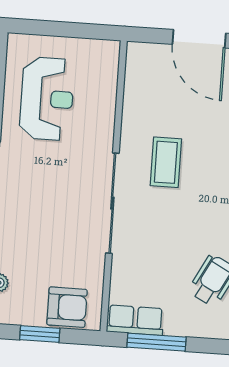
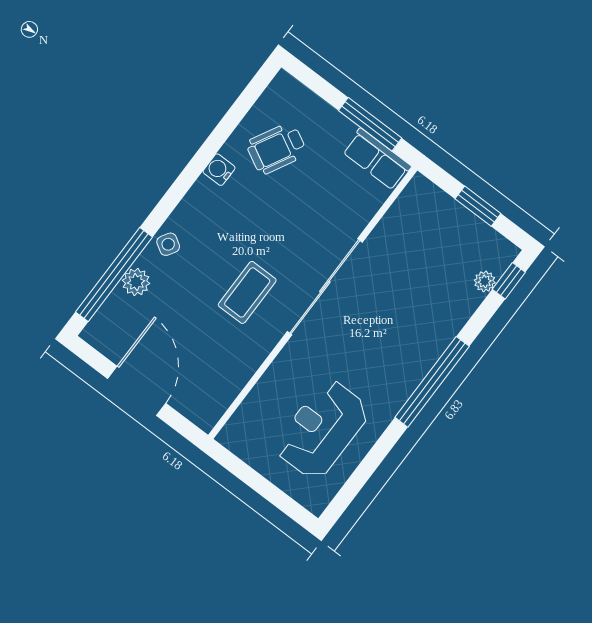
armchair: (67, 307) -> (435, 215), removed

